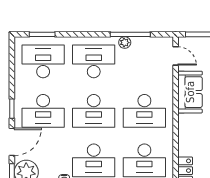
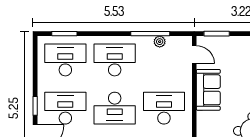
plant: (125, 43) -> (160, 42), moved
desk: (43, 111) -> (65, 108), turned 180
desk: (144, 111) -> (164, 108), turned 180

